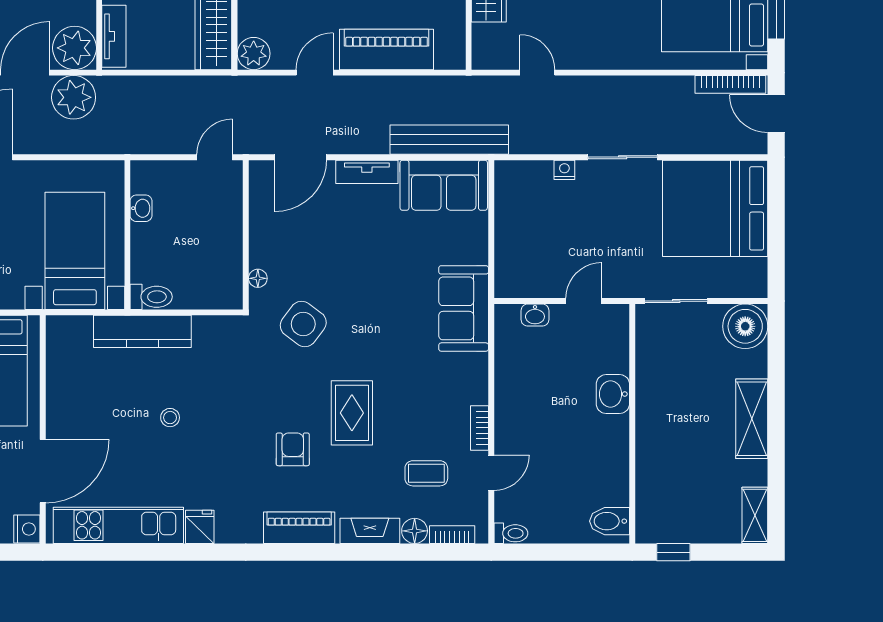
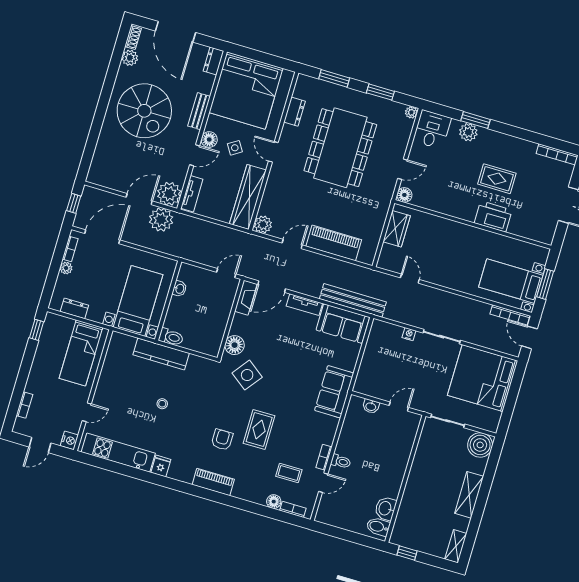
floor lamp: (258, 278) -> (235, 345), width x1.89, depth x1.89
washbasin: (613, 394) -> (385, 508), moved
door: (43, 471) -> (87, 412), width x0.53
fireplace: (370, 531) -> (246, 298), moved, turned 90
toilet: (511, 533) -> (341, 461), moved

